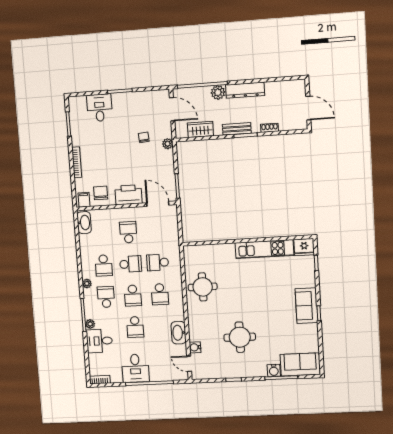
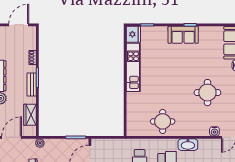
washbasin: (179, 333) -> (188, 145), moved

